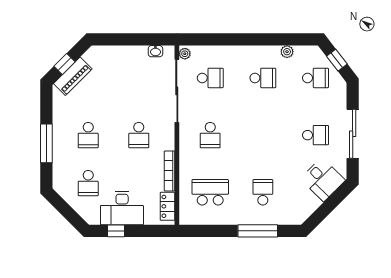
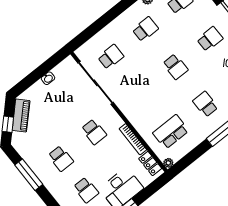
washbasin: (155, 51) -> (48, 78), moved
plant: (185, 54) -> (168, 163), moved
piano: (73, 76) -> (21, 116), moved
school desk: (210, 135) -> (175, 67), moved
window: (46, 143) -> (29, 175), moved

